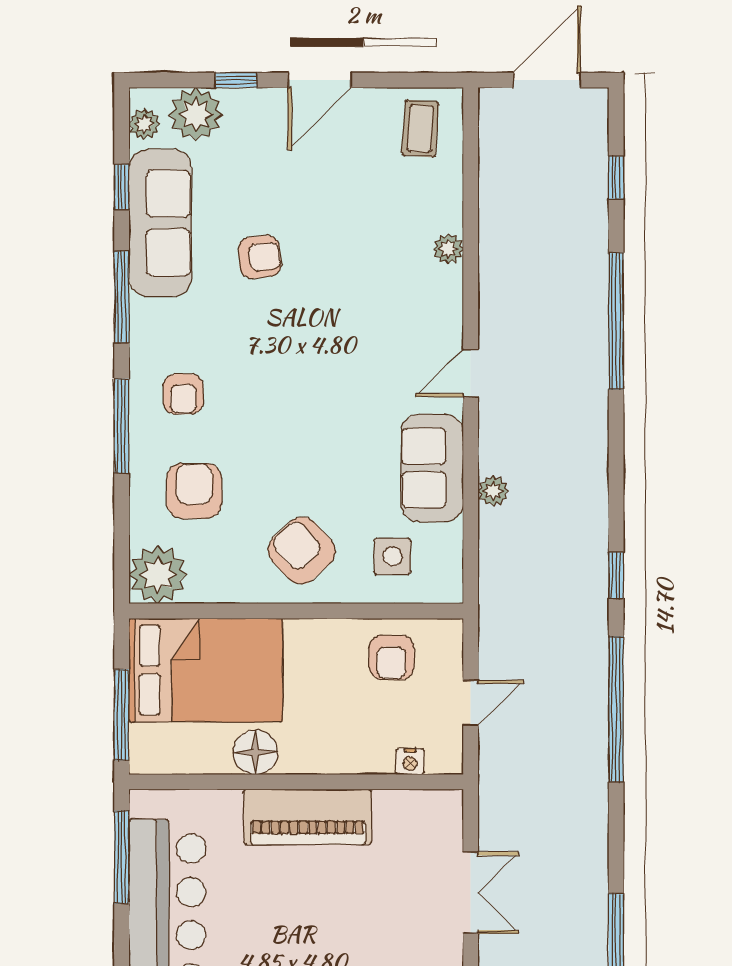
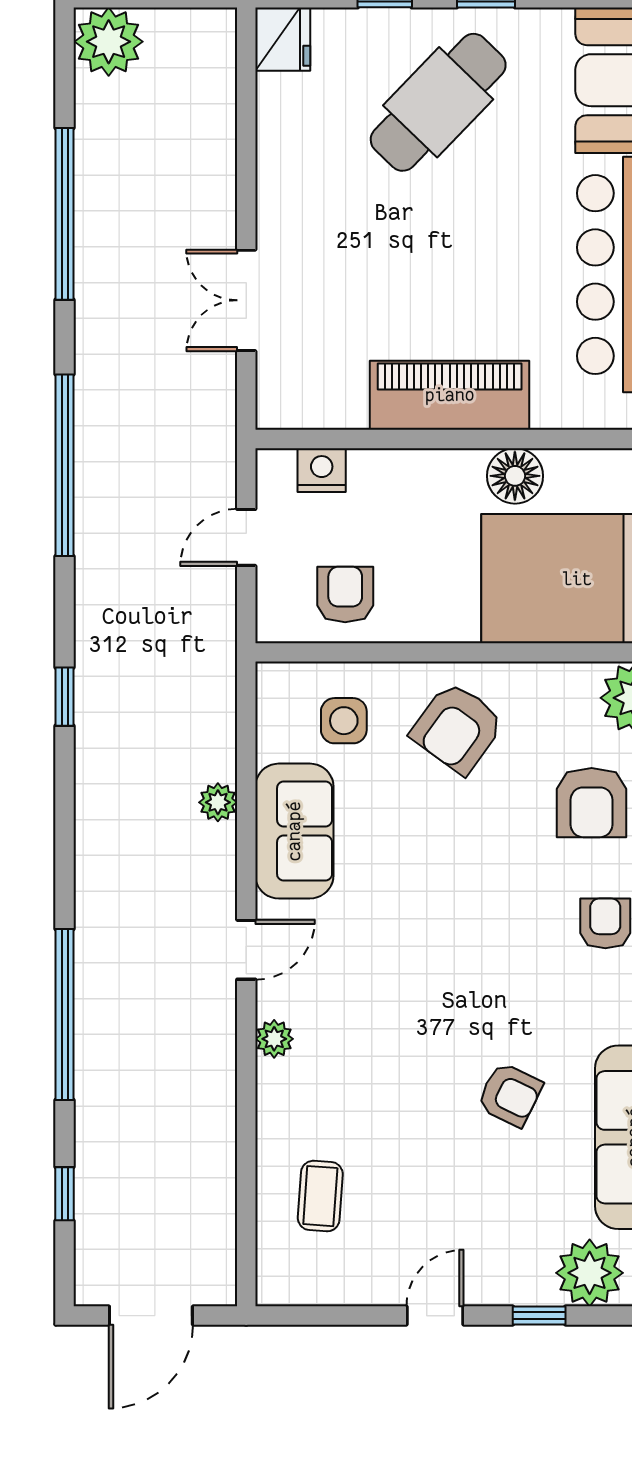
door: (320, 80) -> (435, 1316), width x0.73
coffee table: (420, 129) -> (320, 1196), moved
plant: (448, 249) -> (274, 1039), moved
armchair: (260, 257) -> (510, 1095), turned -148
armchair: (302, 551) -> (457, 728), turned 79
window: (616, 709) -> (65, 465), moved
nightstand: (410, 762) -> (322, 470), width x1.39, depth x1.35

